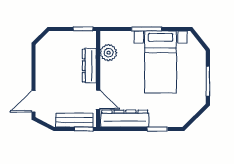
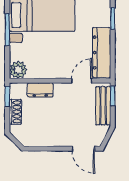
shoe rack: (69, 37) -> (15, 112), added
plant: (108, 53) -> (18, 70), moved
dresser: (89, 66) -> (40, 90), width x0.70

